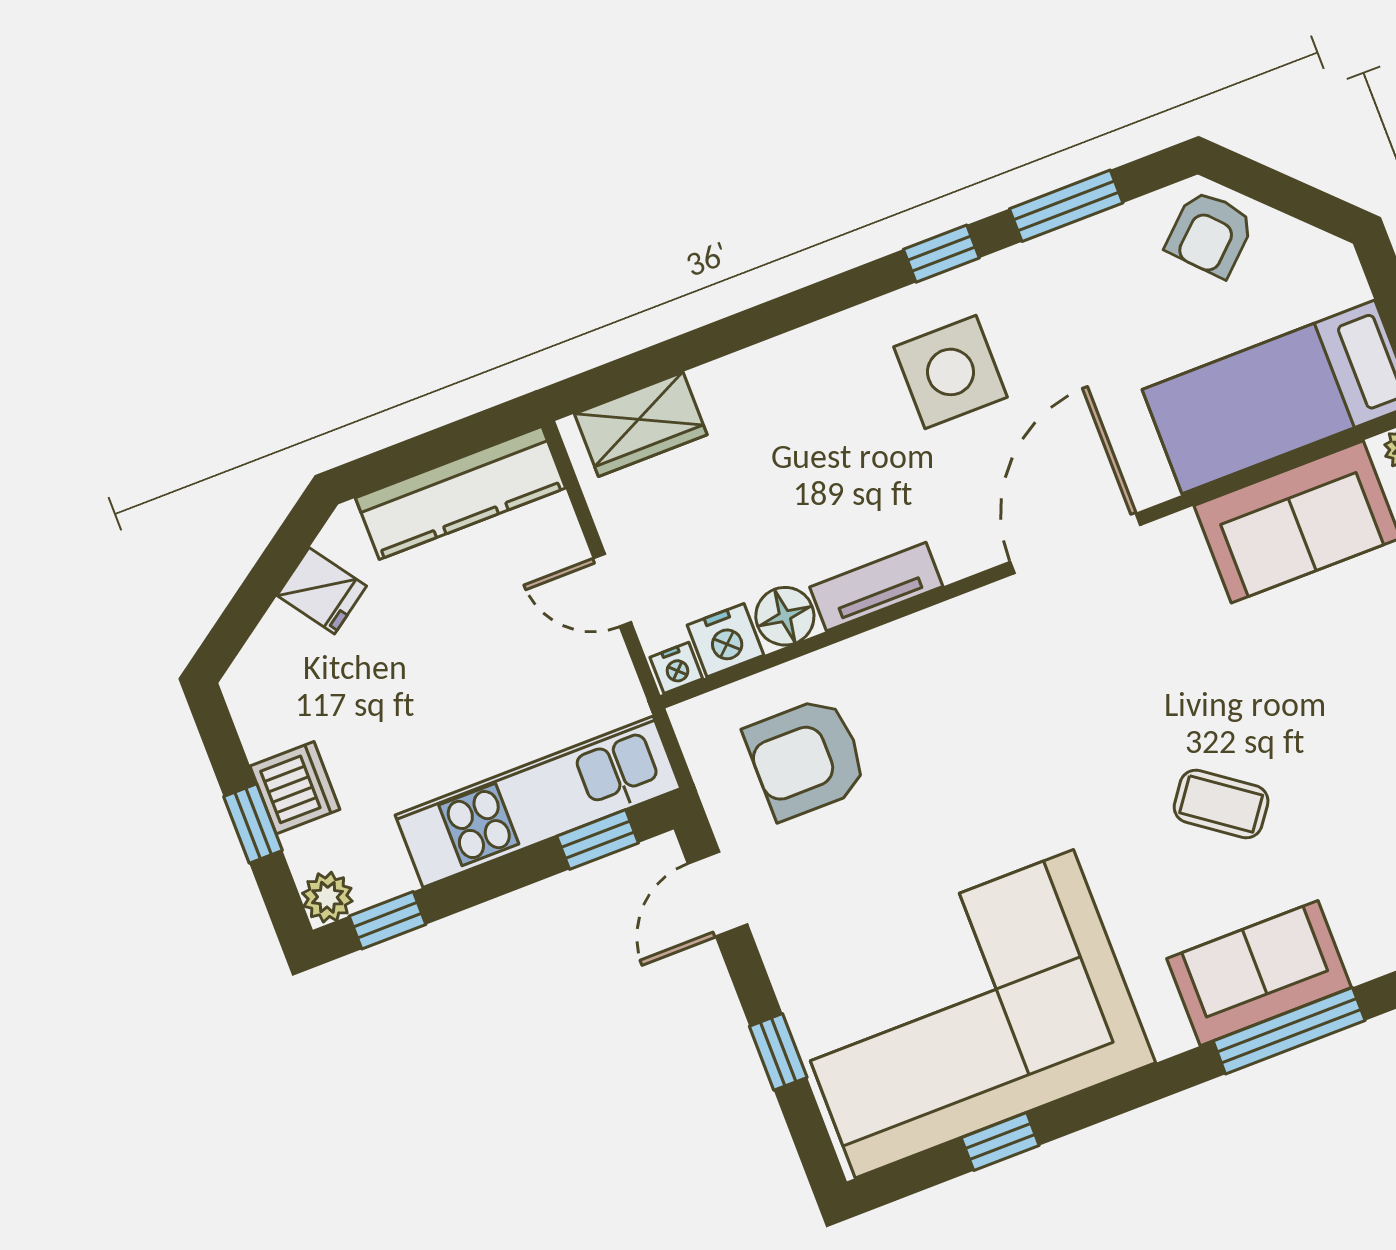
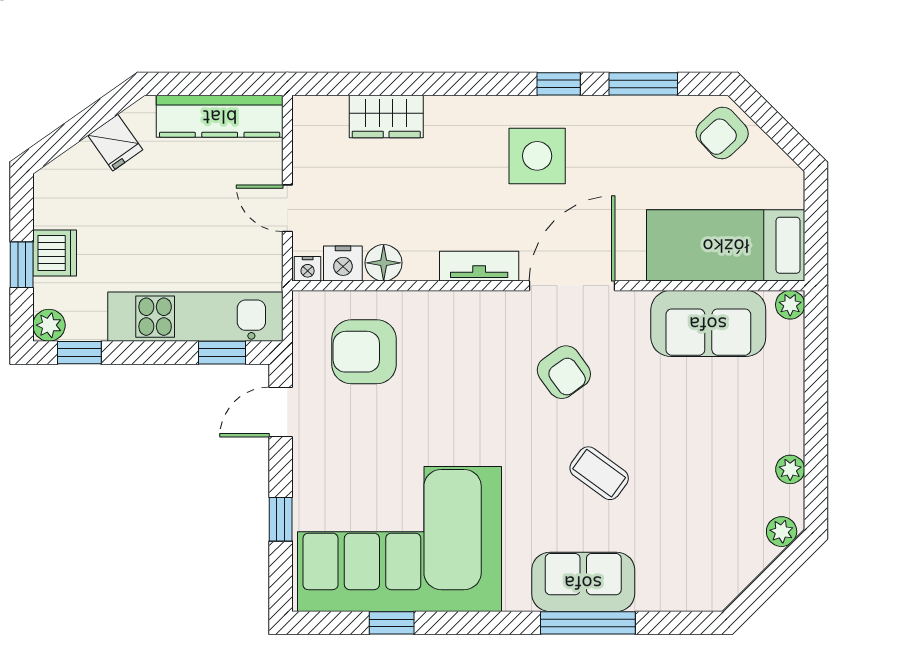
wardrobe: (641, 424) -> (386, 116), moved
tv unit: (876, 587) -> (479, 266), moved
armchair: (1112, 675) -> (564, 372), added

